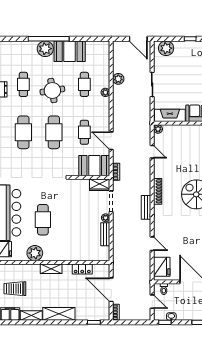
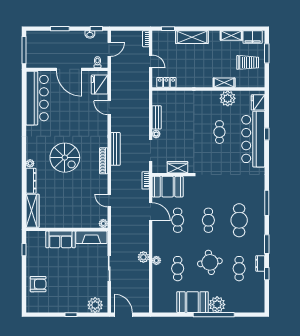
plant: (118, 79) -> (143, 257), moved
cafe table: (54, 132) -> (208, 220), width x0.73, depth x0.74
wardrobe: (100, 185) -> (177, 167), moved
bench: (146, 207) -> (115, 149), width x1.36
cafe table: (43, 220) -> (219, 132), width x0.73, depth x0.74
shelving: (51, 269) -> (224, 83), moved
locker: (82, 269) -> (166, 82), moved
door: (111, 290) -> (151, 61), width x0.53
door: (152, 302) -> (109, 49), swing flipped
shelving: (59, 314) -> (192, 37), moved

